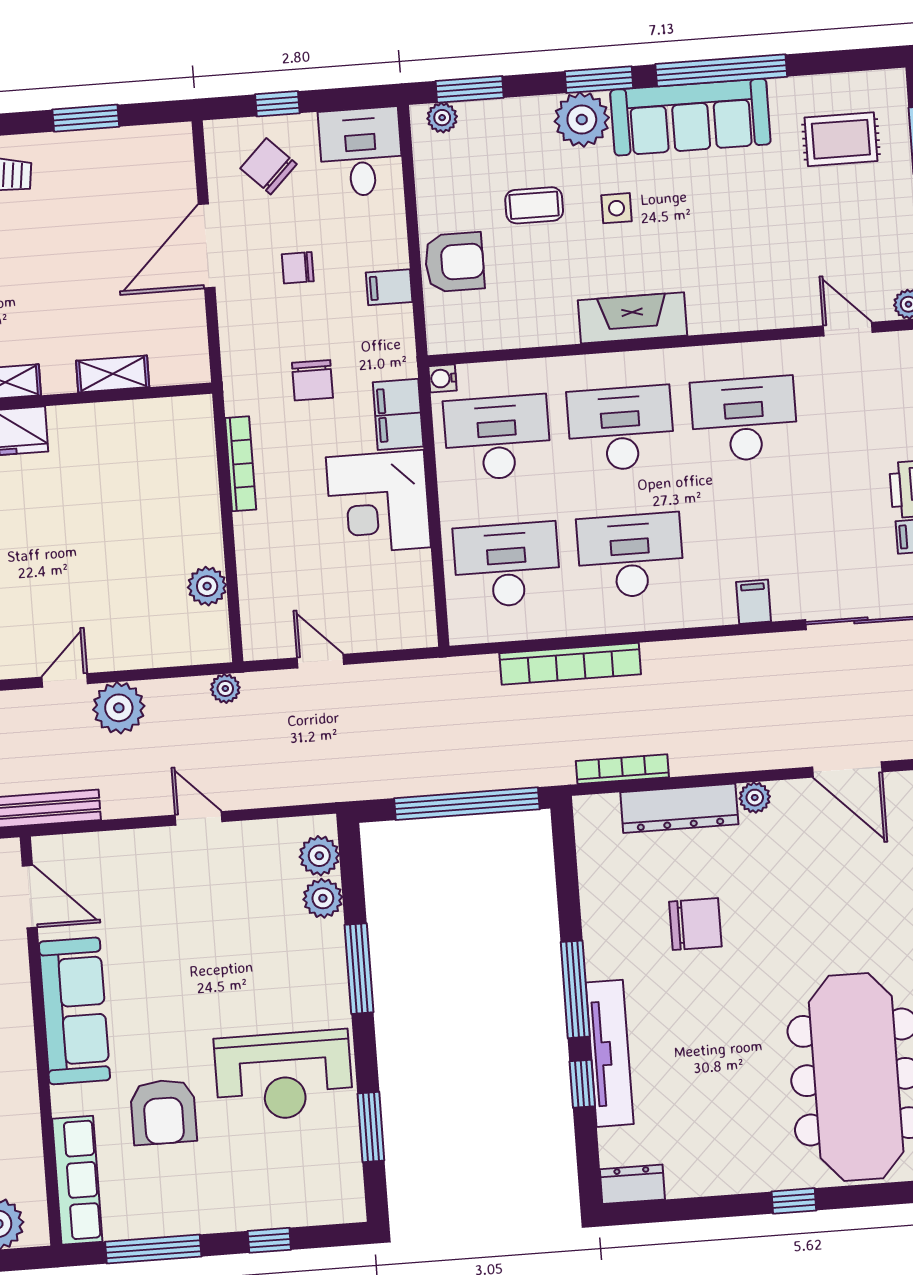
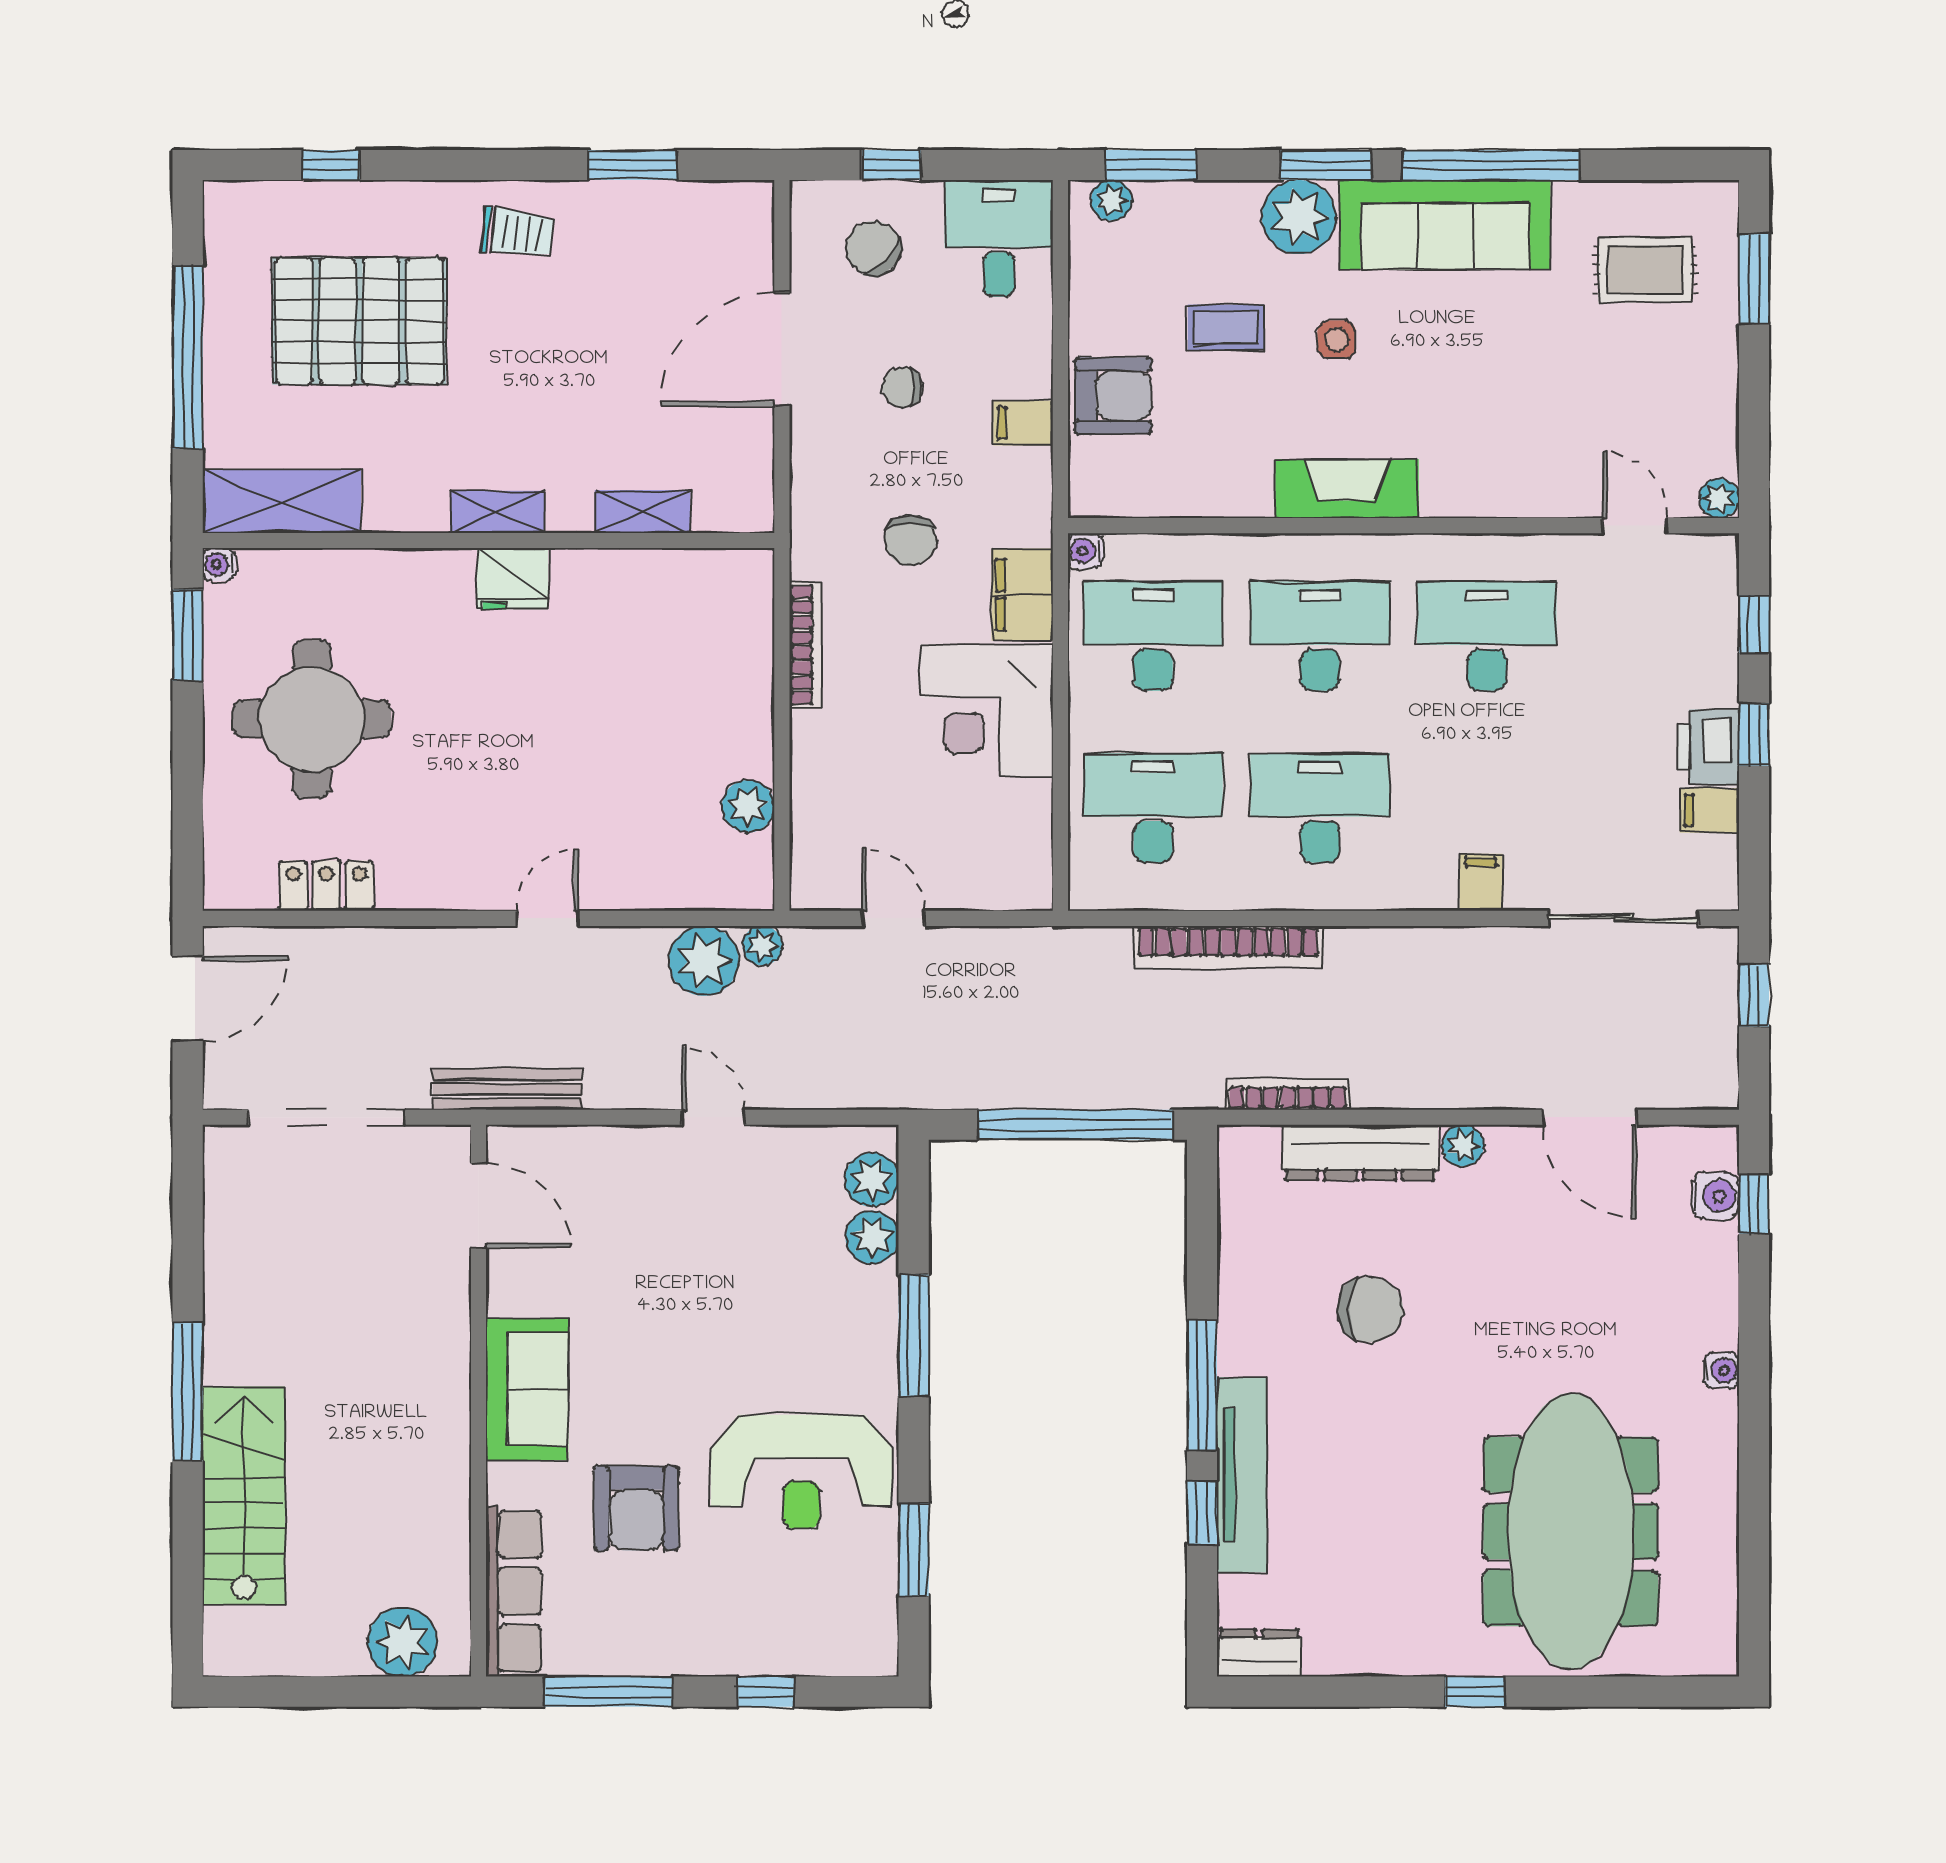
plant: (119, 708) -> (704, 961), moved
sofa: (74, 1011) -> (527, 1389), width x0.73

